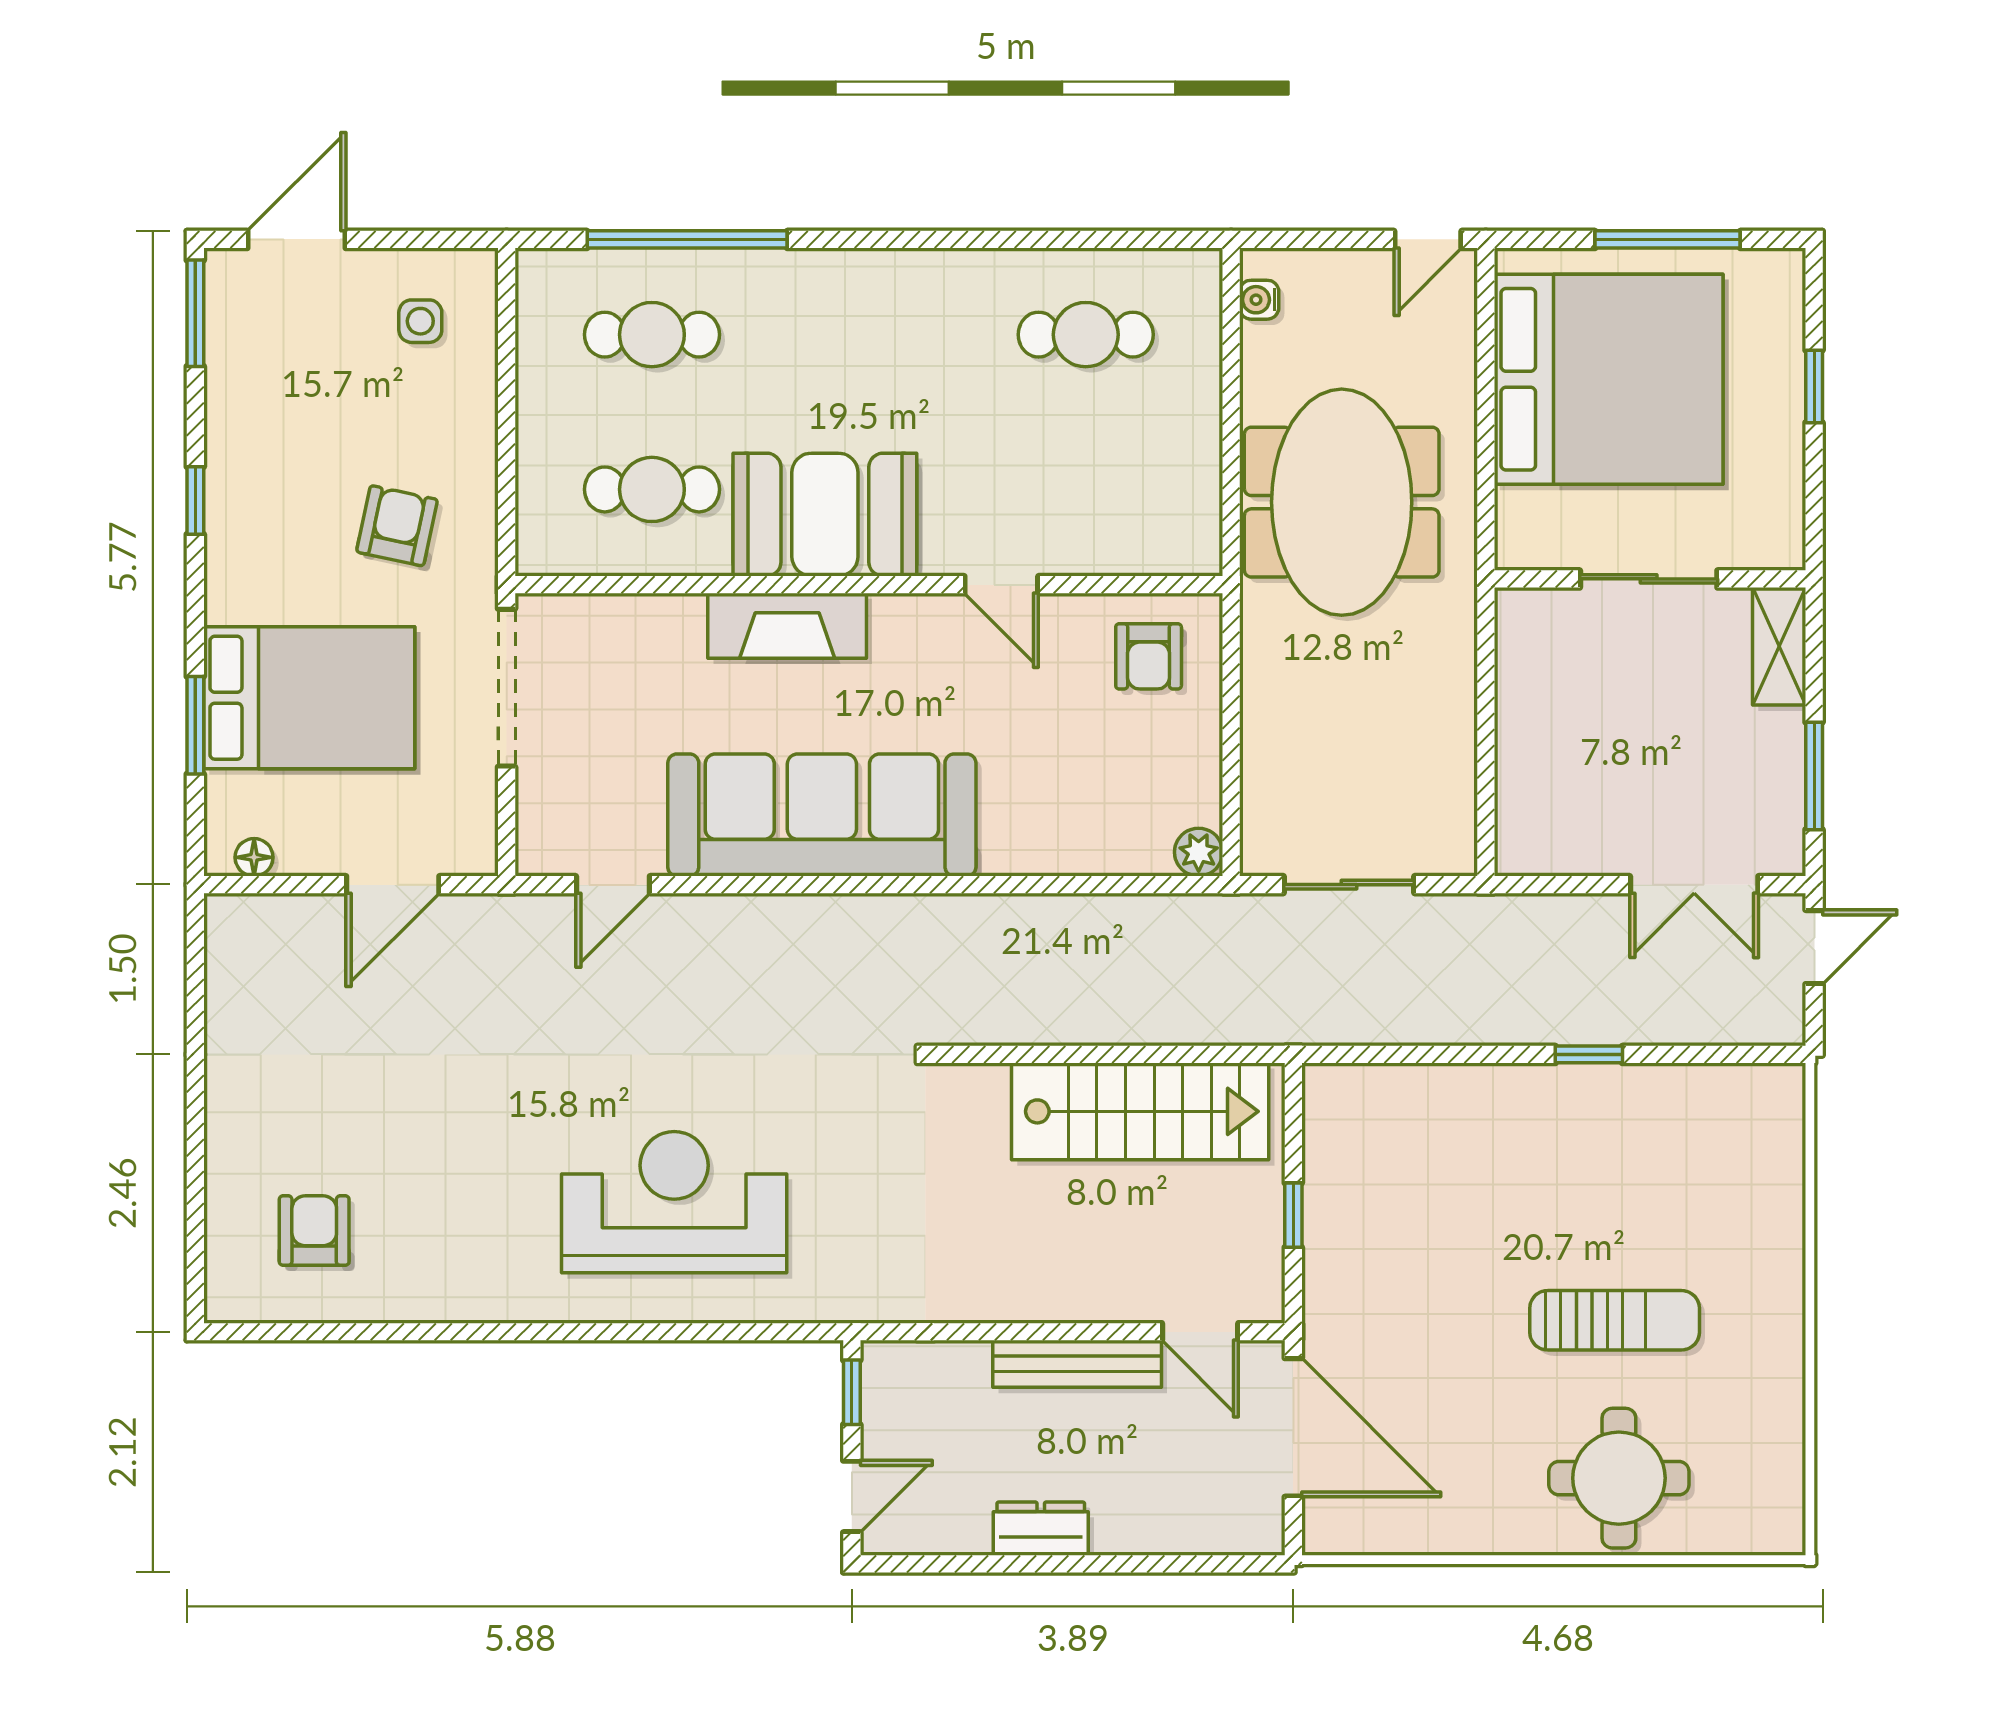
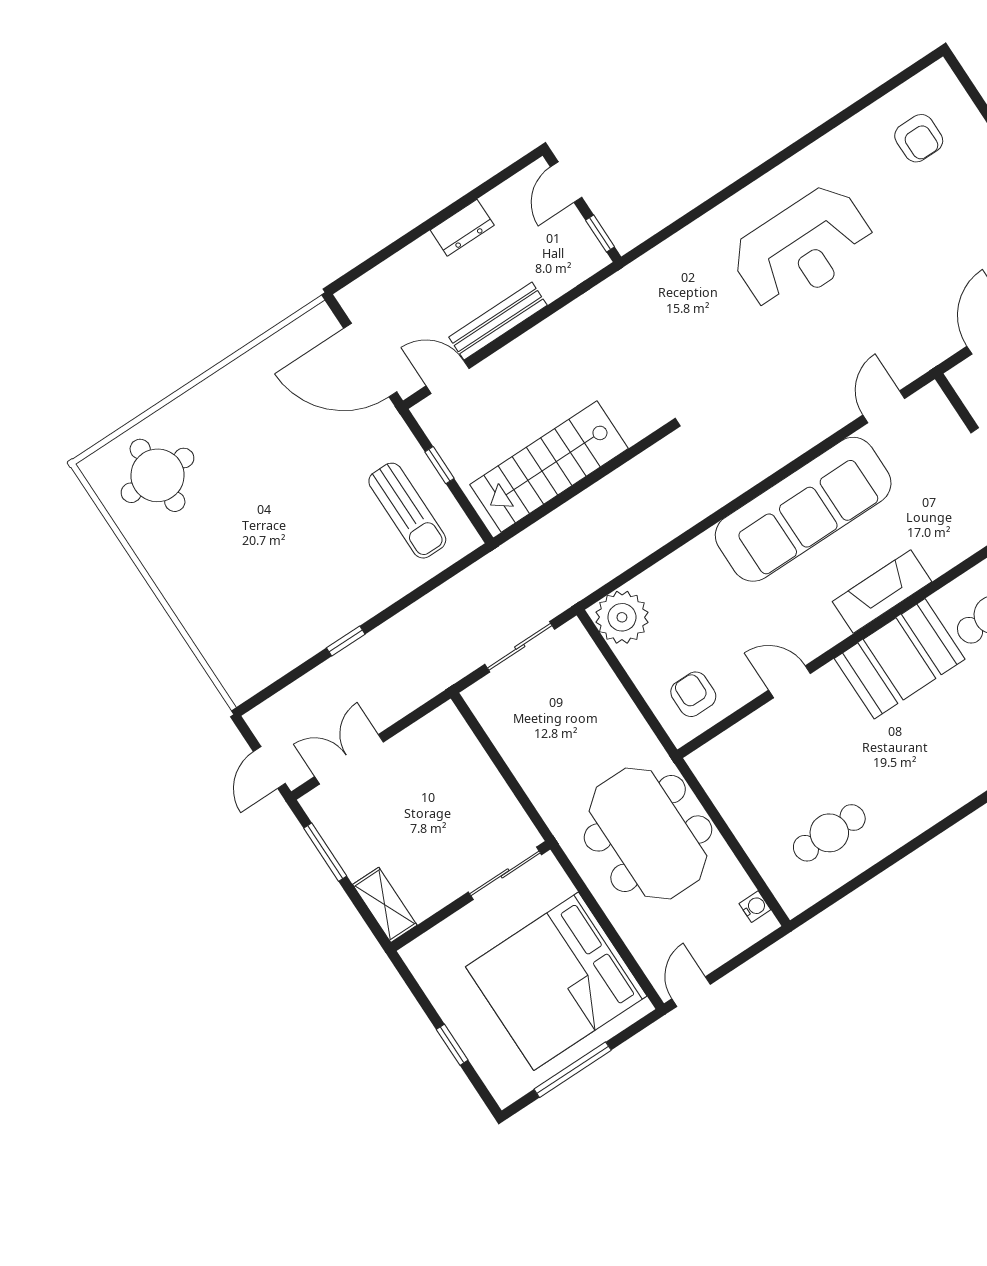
sliding door: (1649, 579) -> (505, 873), moved
plant: (1199, 852) -> (622, 617), width x1.87, depth x1.87
reception desk: (674, 1202) -> (803, 248), moved
sun lounger: (1615, 1320) -> (407, 511), moved, turned -90
round table: (1619, 1478) -> (157, 475), moved

